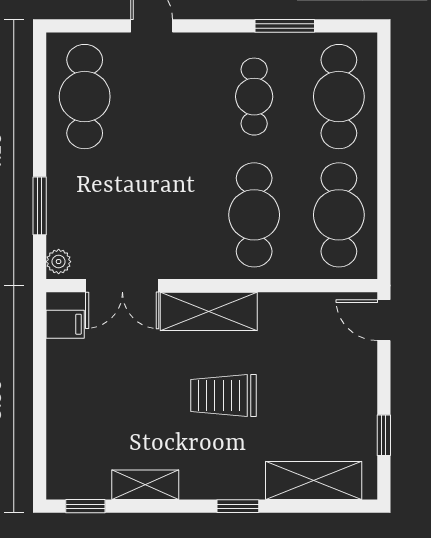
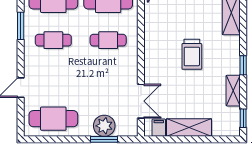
cafe table: (254, 215) -> (108, 40), width x0.73, depth x0.74
plant: (59, 262) -> (104, 126), moved, width x1.87, depth x1.87
shelving: (209, 311) -> (189, 128), moved, turned 90
window: (238, 506) -> (243, 65), moved

